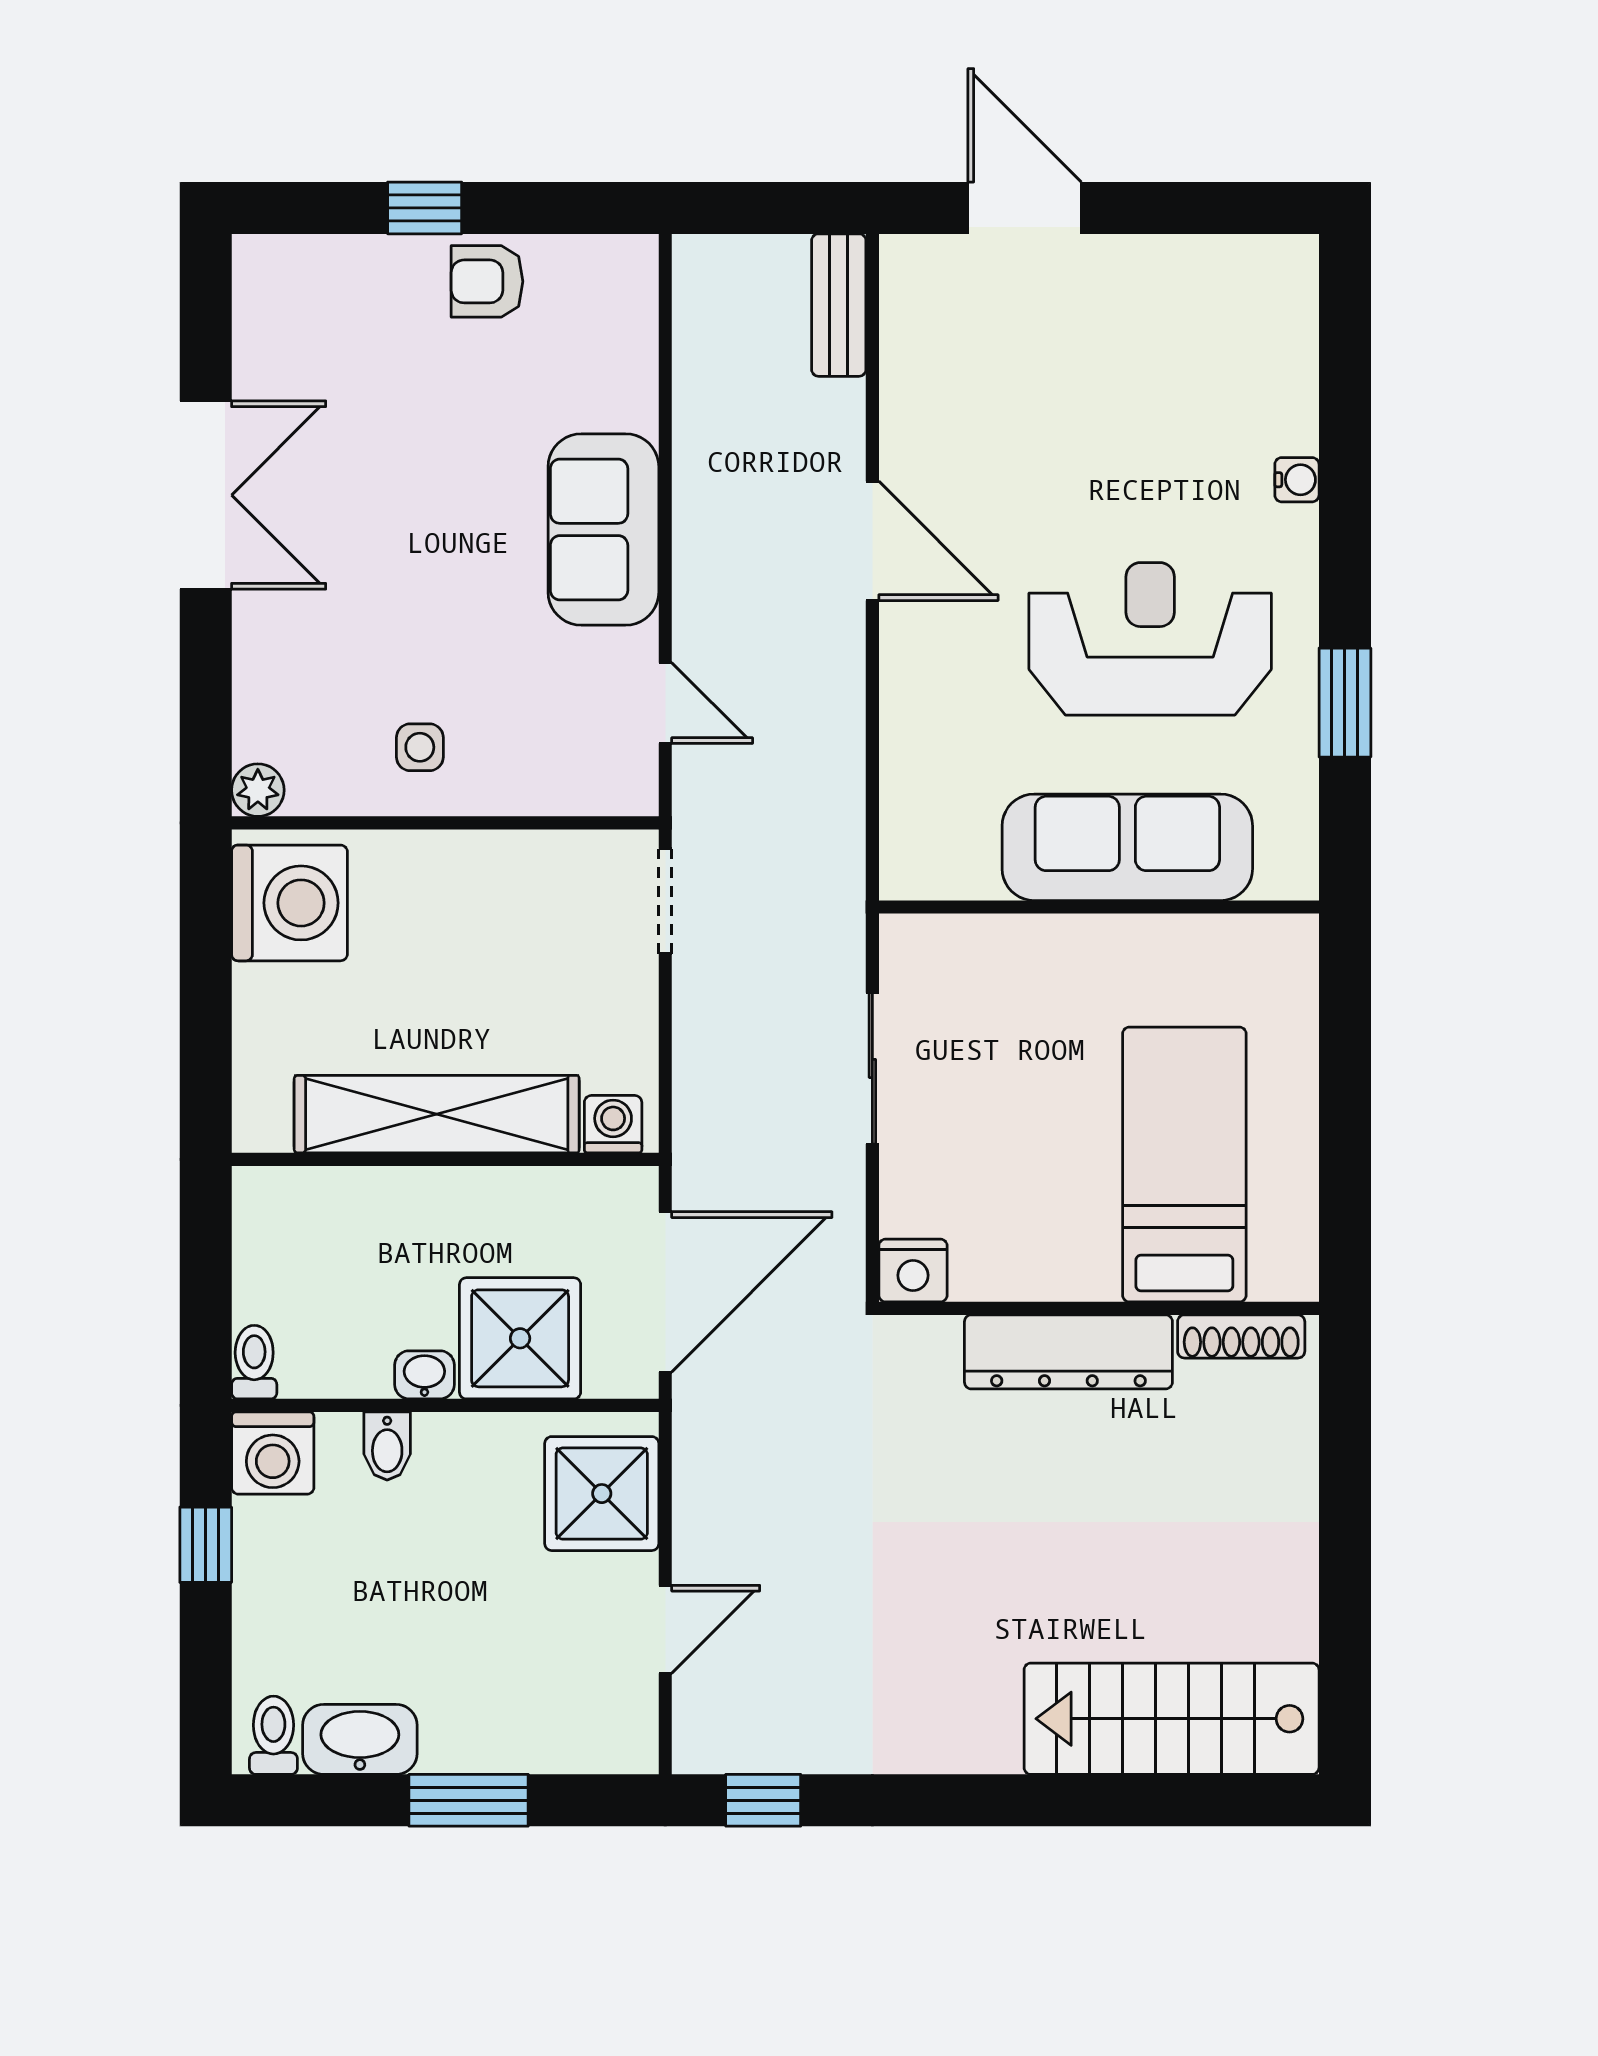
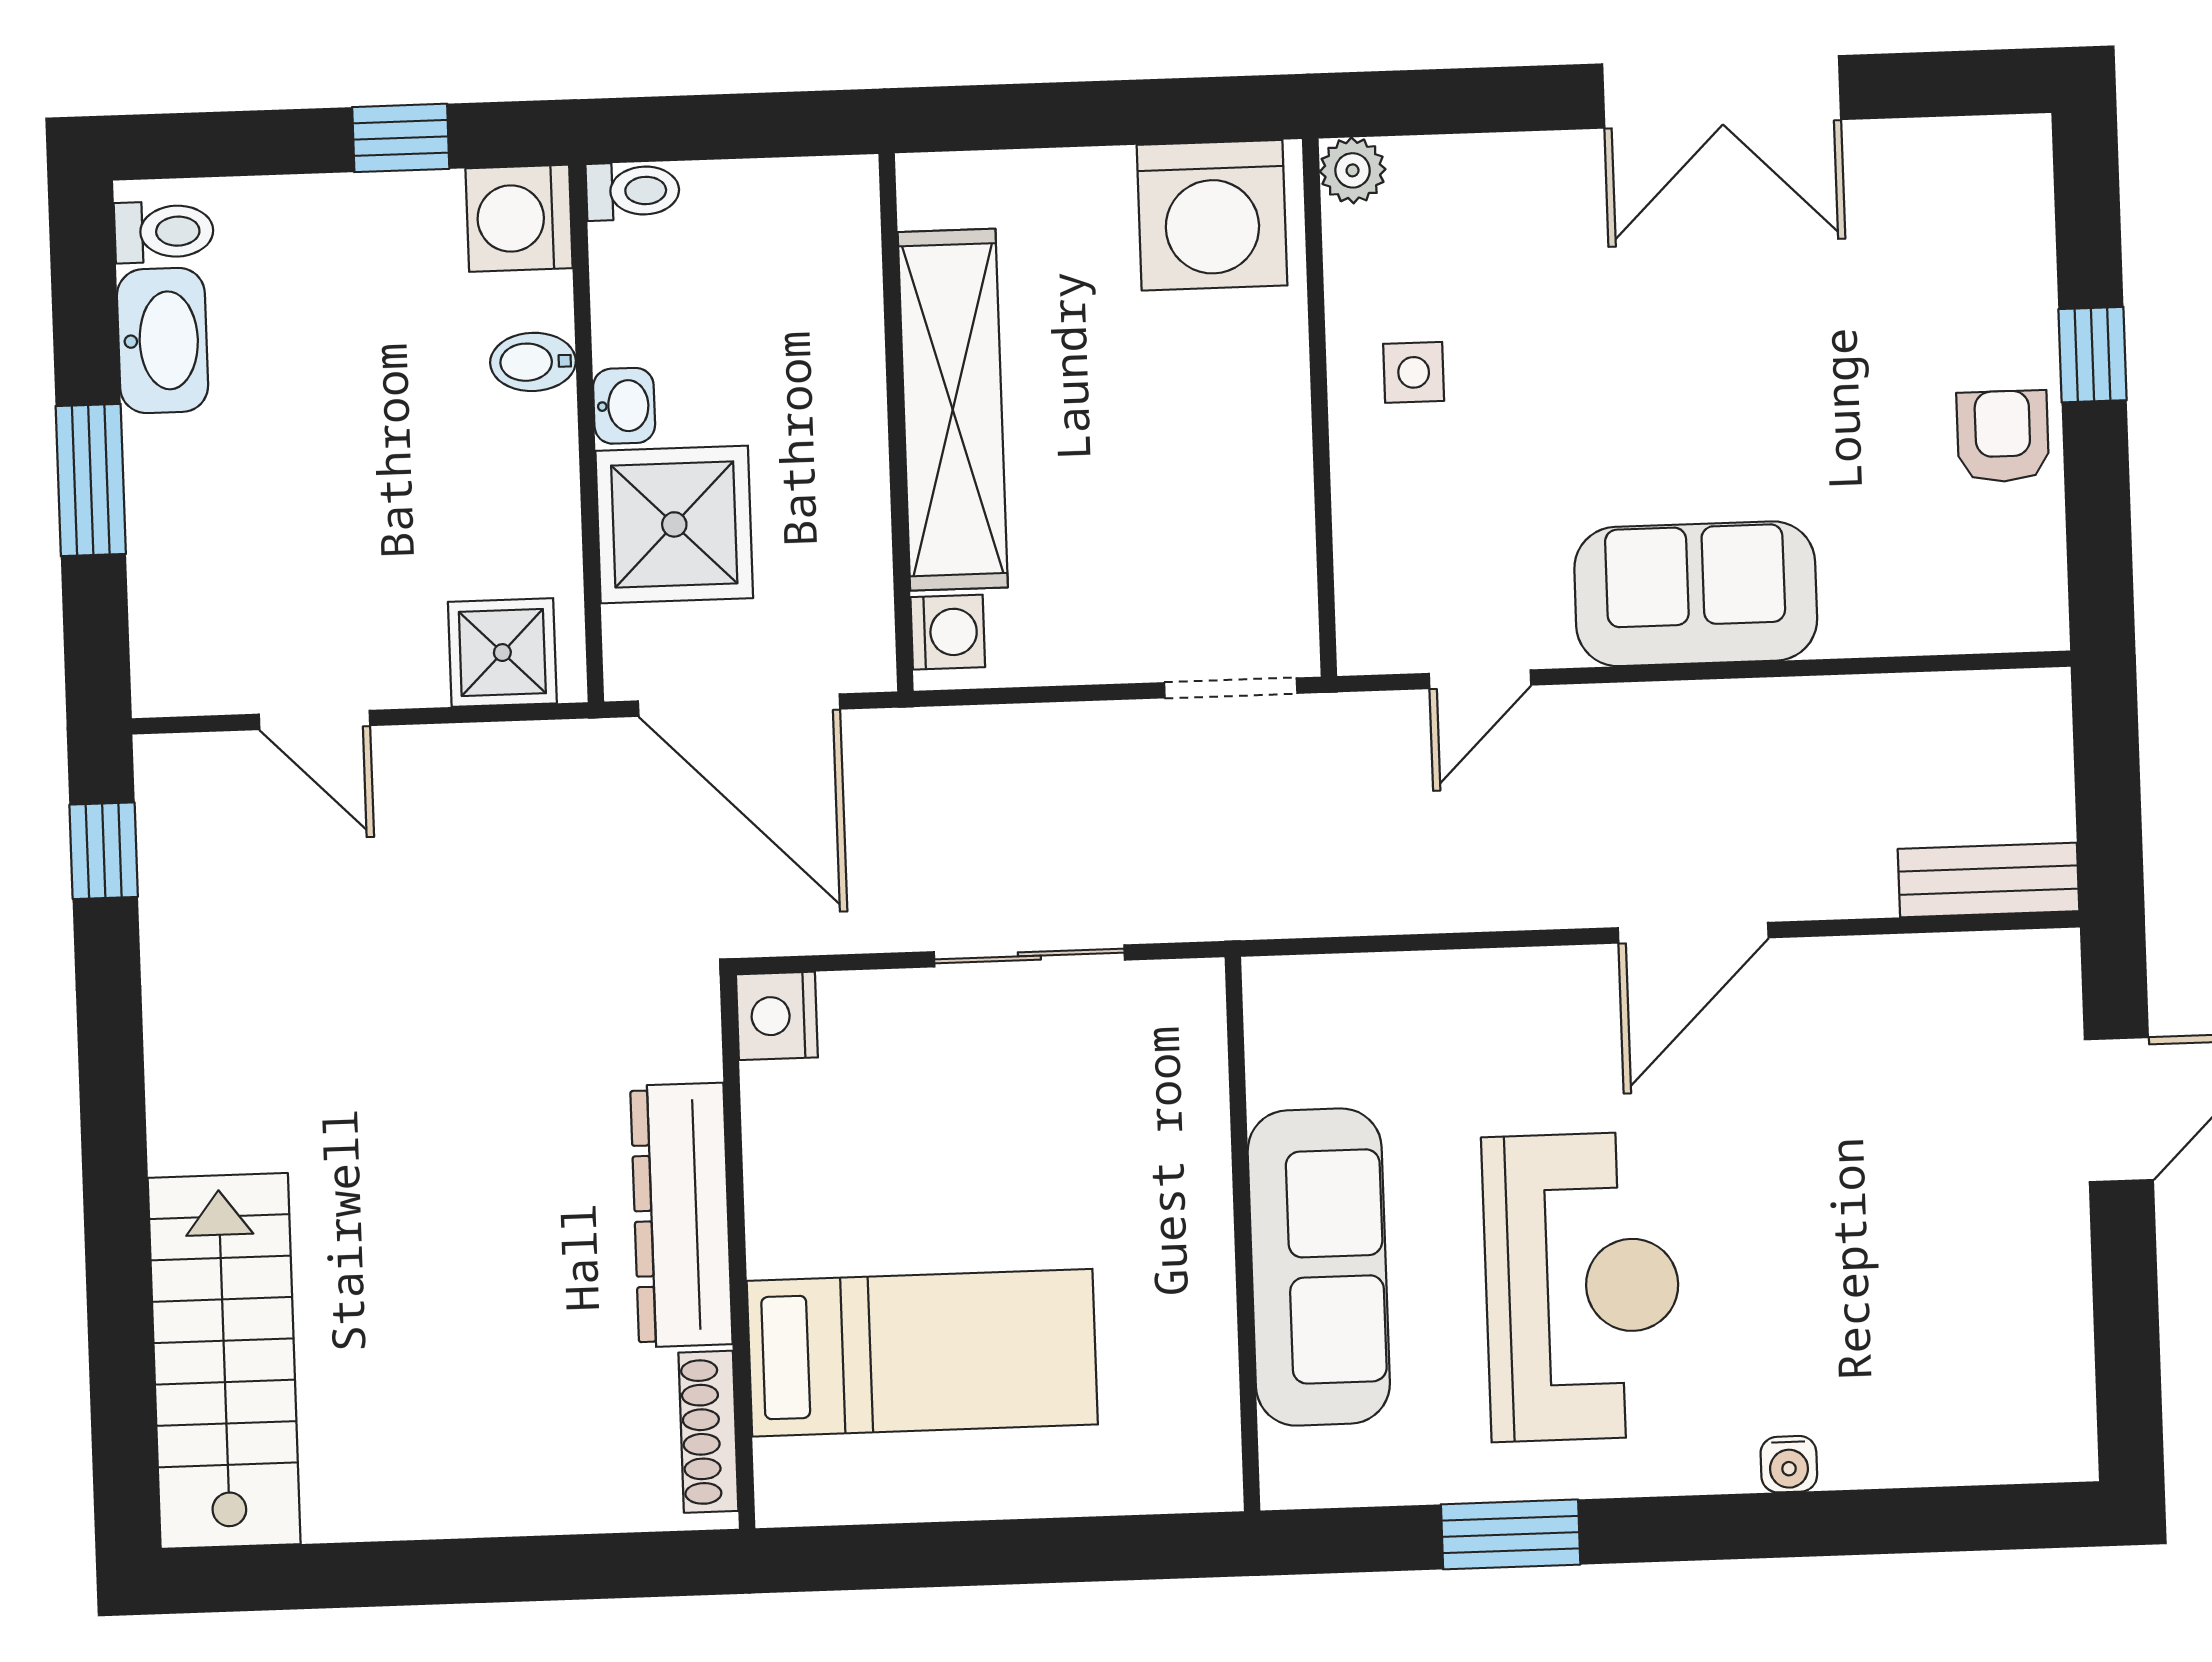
shower: (602, 1494) -> (502, 653), width x0.73, depth x0.73

